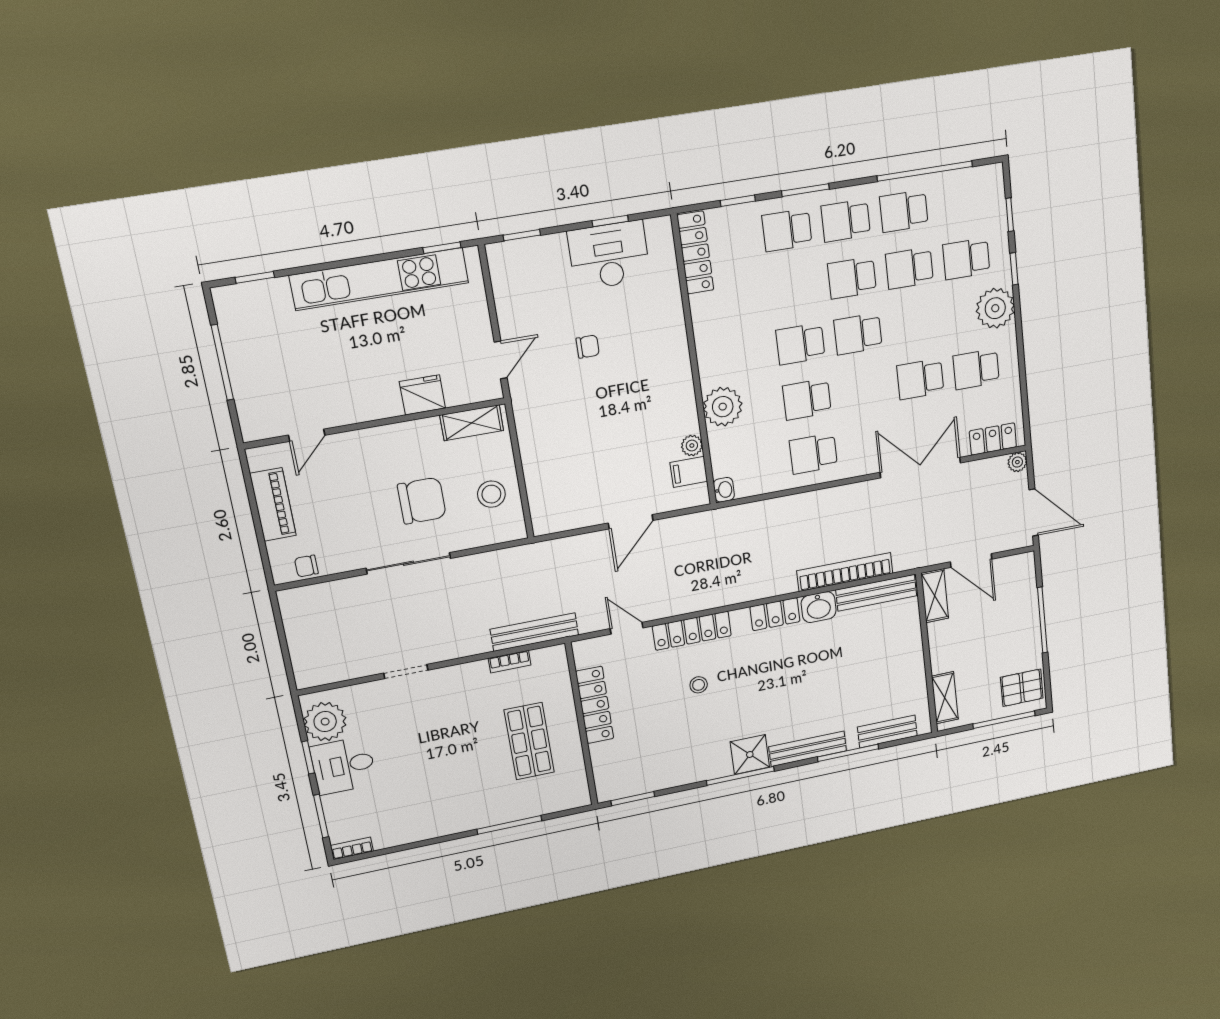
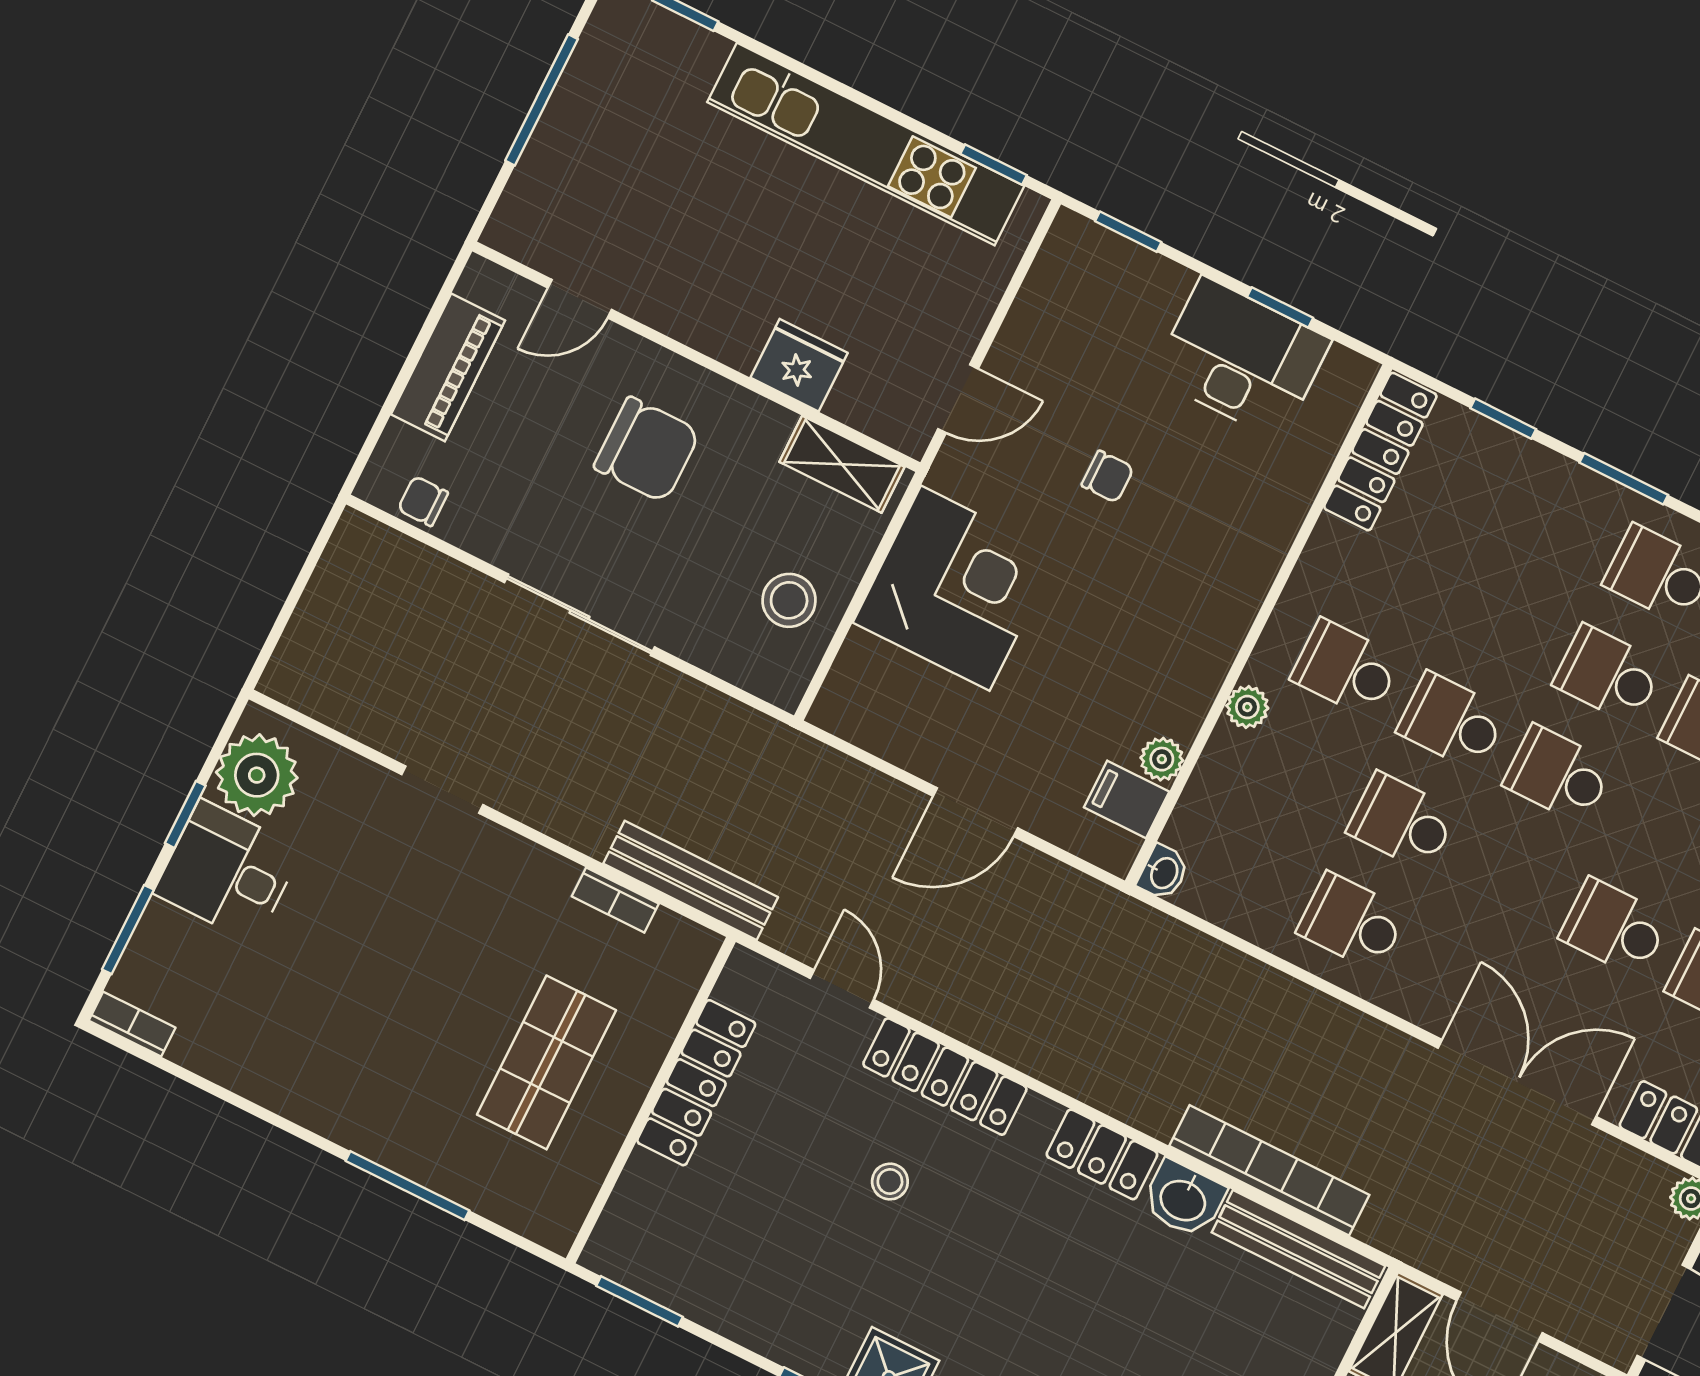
school desk: (787, 230) -> (1346, 669), moved
plant: (723, 407) -> (1247, 707), width x0.53, depth x0.53
corner desk: (557, 439) -> (955, 588), added
chair: (422, 501) -> (647, 450), moved

